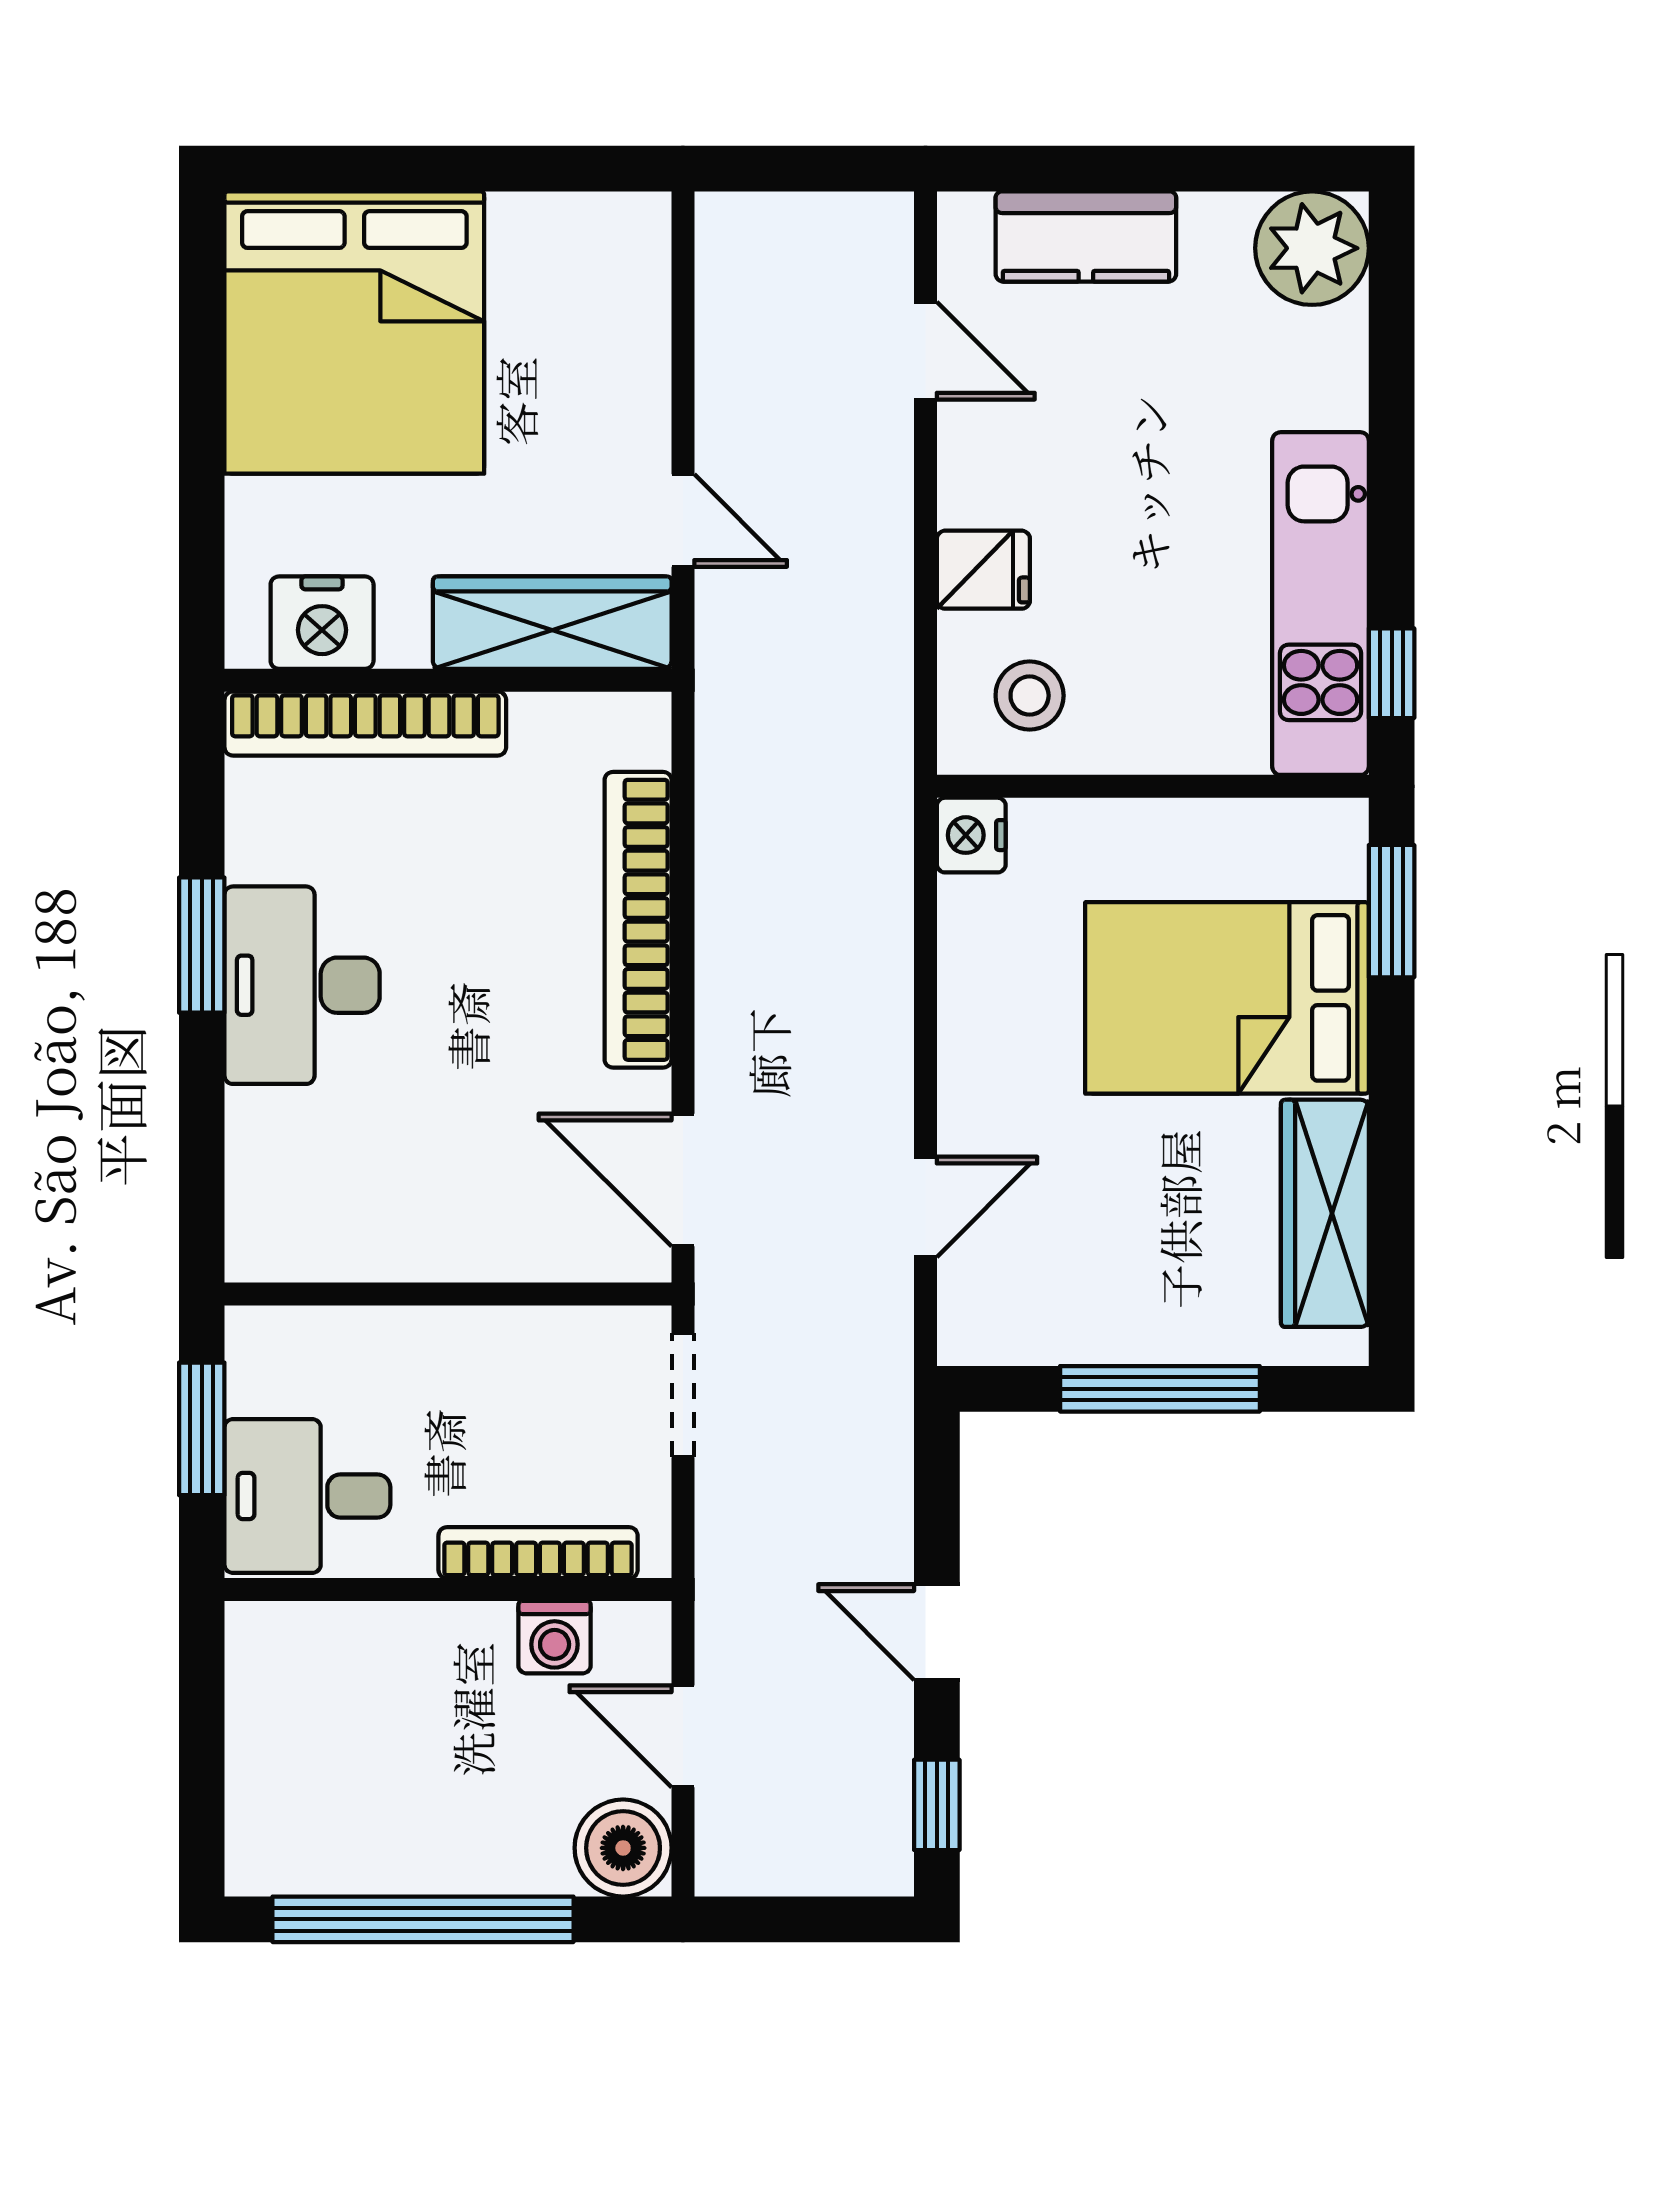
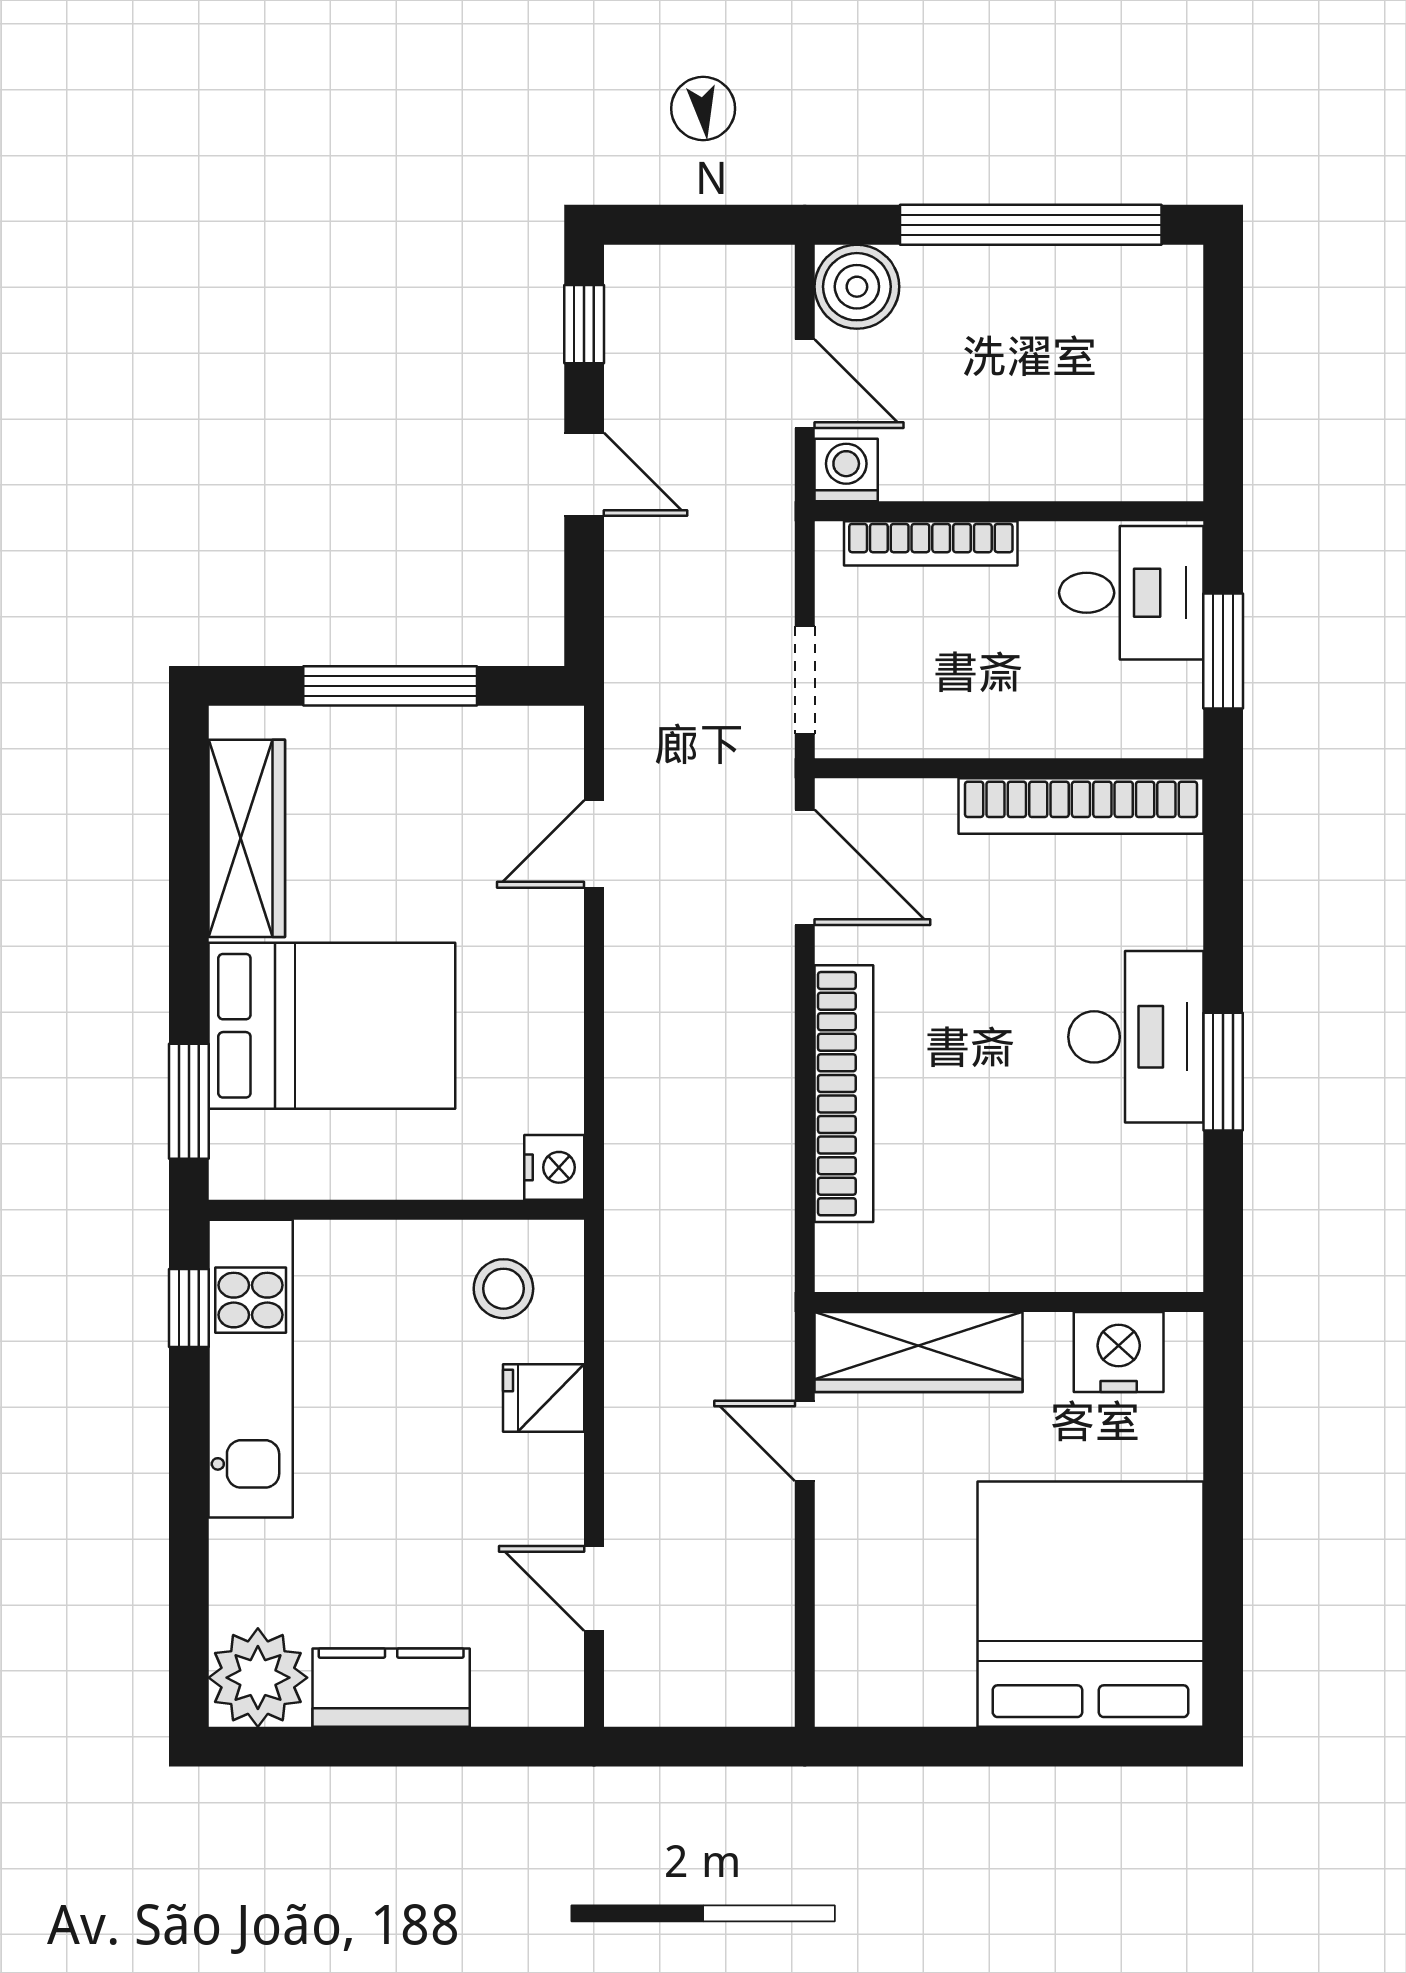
kitchen counter: (1086, 237) -> (391, 1688), moved
bookcase: (365, 724) -> (1081, 806), moved, turned 180
washing machine: (555, 1637) -> (846, 470), moved

